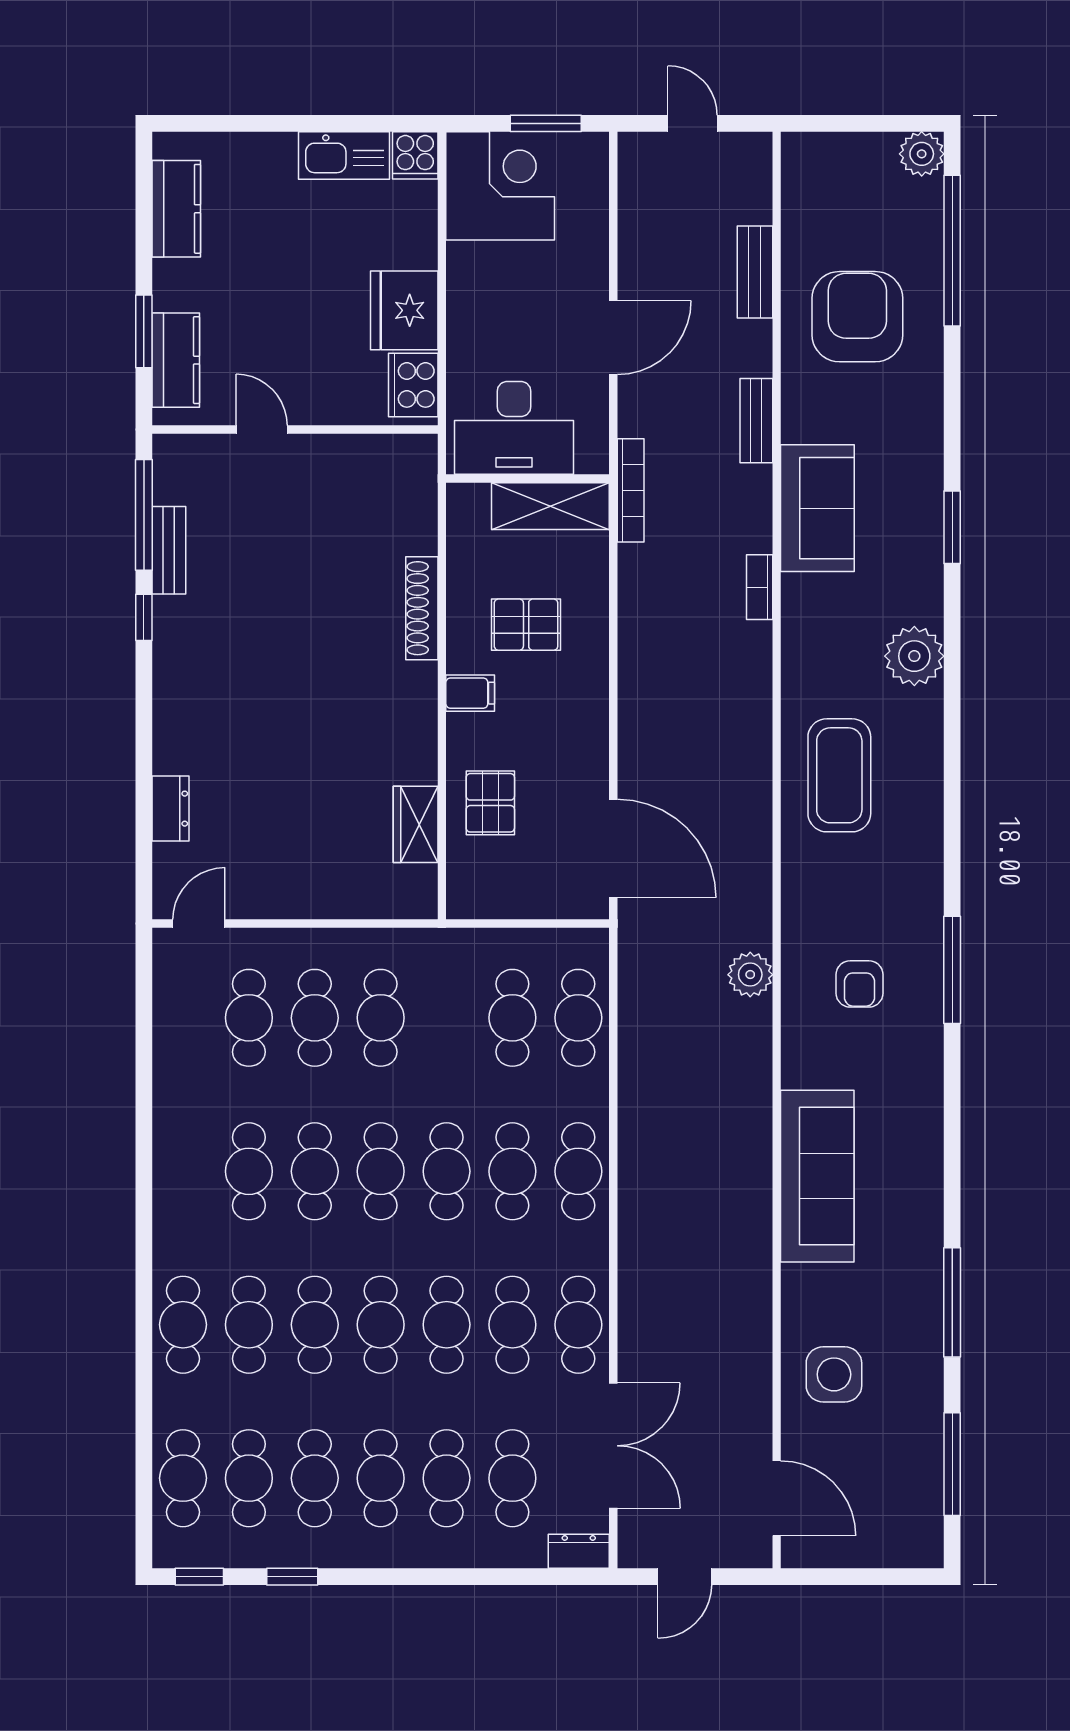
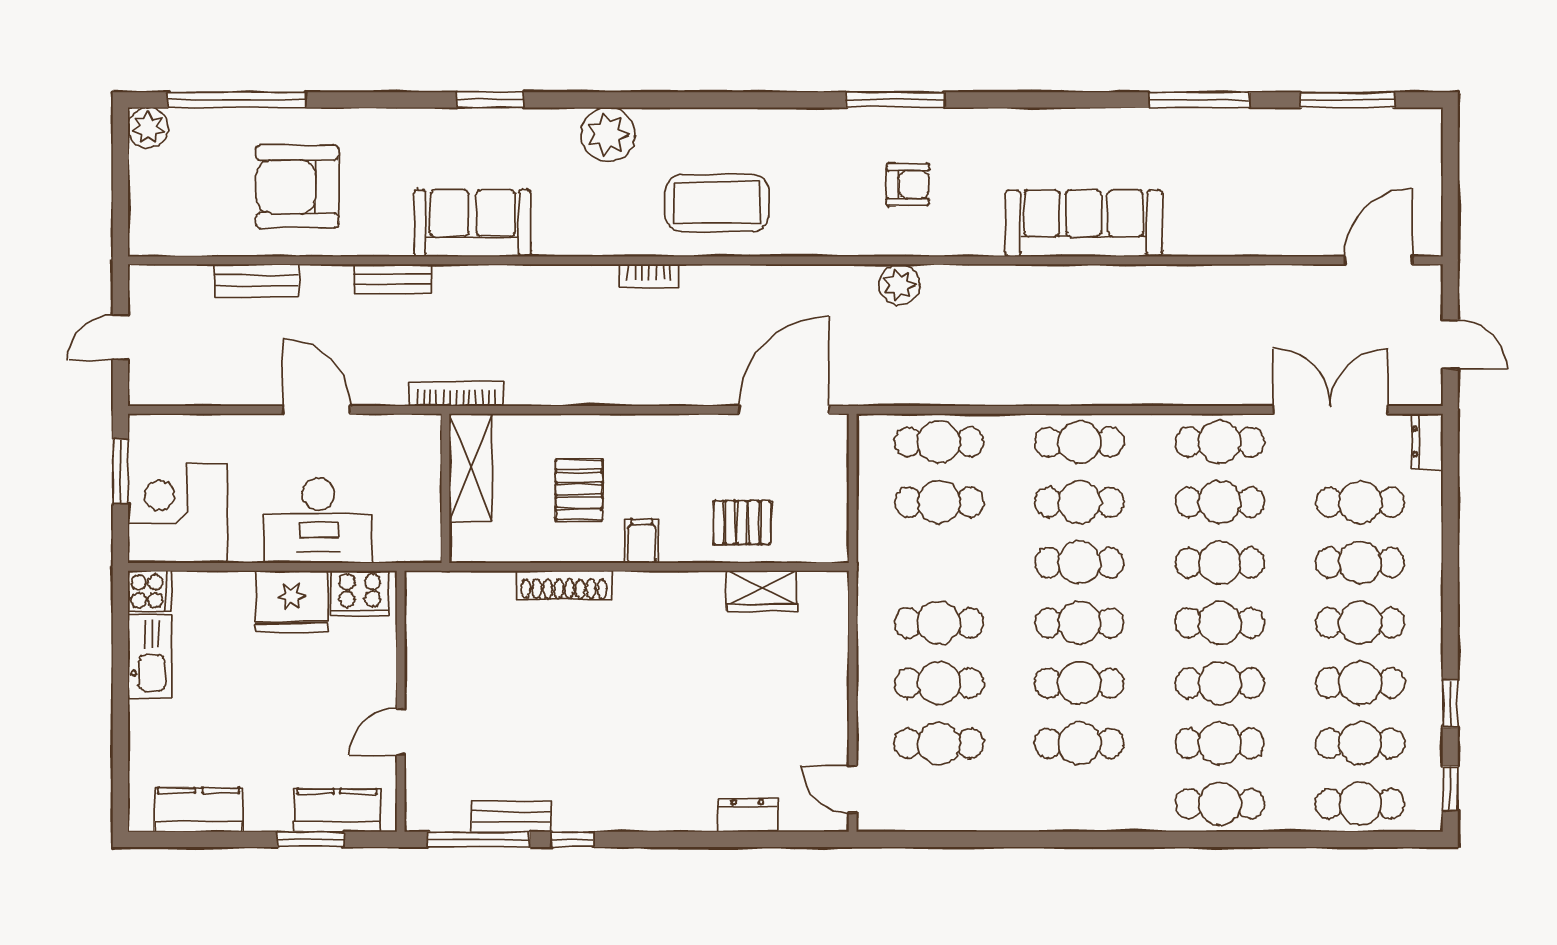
desk: (514, 428) -> (318, 520), moved, turned 90
bookcase: (760, 587) -> (649, 276), moved
side table: (834, 1374) -> (1265, 208), removed

